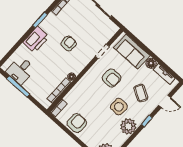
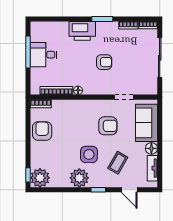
desk: (20, 70) -> (44, 55), moved
armchair: (111, 78) -> (108, 126), turned -90
armchair: (77, 123) -> (42, 131), turned -90

